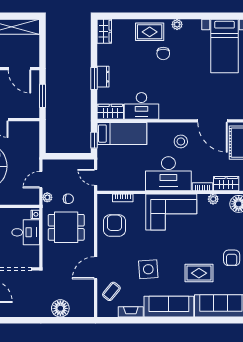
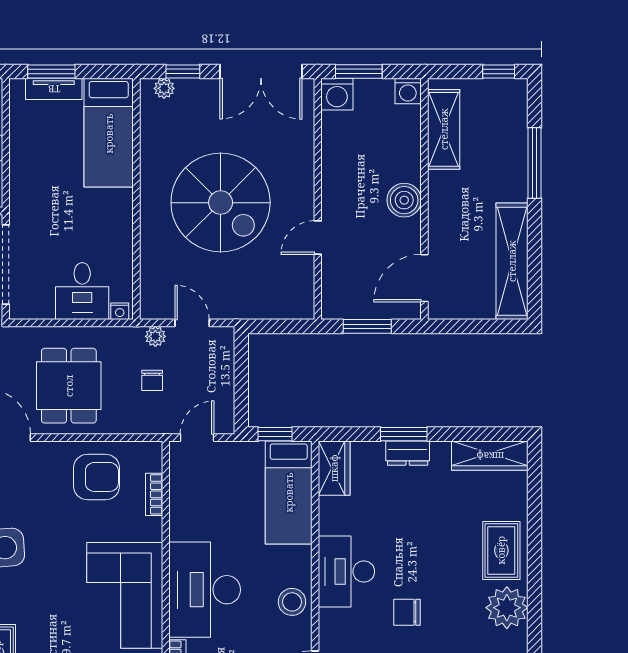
plant: (177, 24) -> (507, 608), width x1.88, depth x1.88
wardrobe: (104, 31) -> (490, 456), width x1.50
chair: (163, 54) -> (407, 612), moved
desk: (141, 106) -> (346, 571), moved
stool: (181, 141) -> (292, 602), moved
dining table: (66, 227) -> (69, 386), moved

